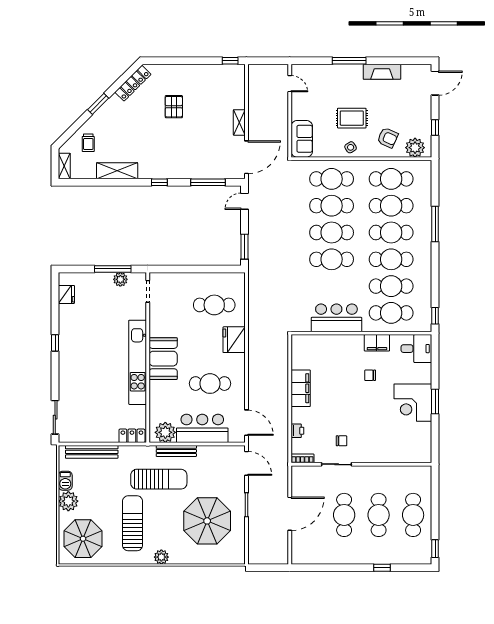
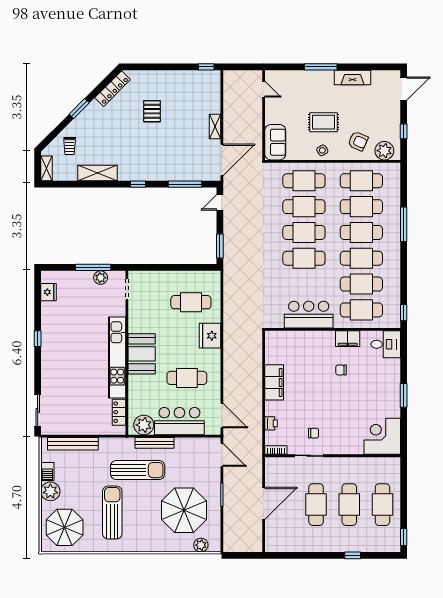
corner desk: (413, 403) -> (382, 436), moved, turned 90
locker: (132, 436) -> (119, 412), moved, turned -90
plant: (161, 557) -> (201, 545), moved

